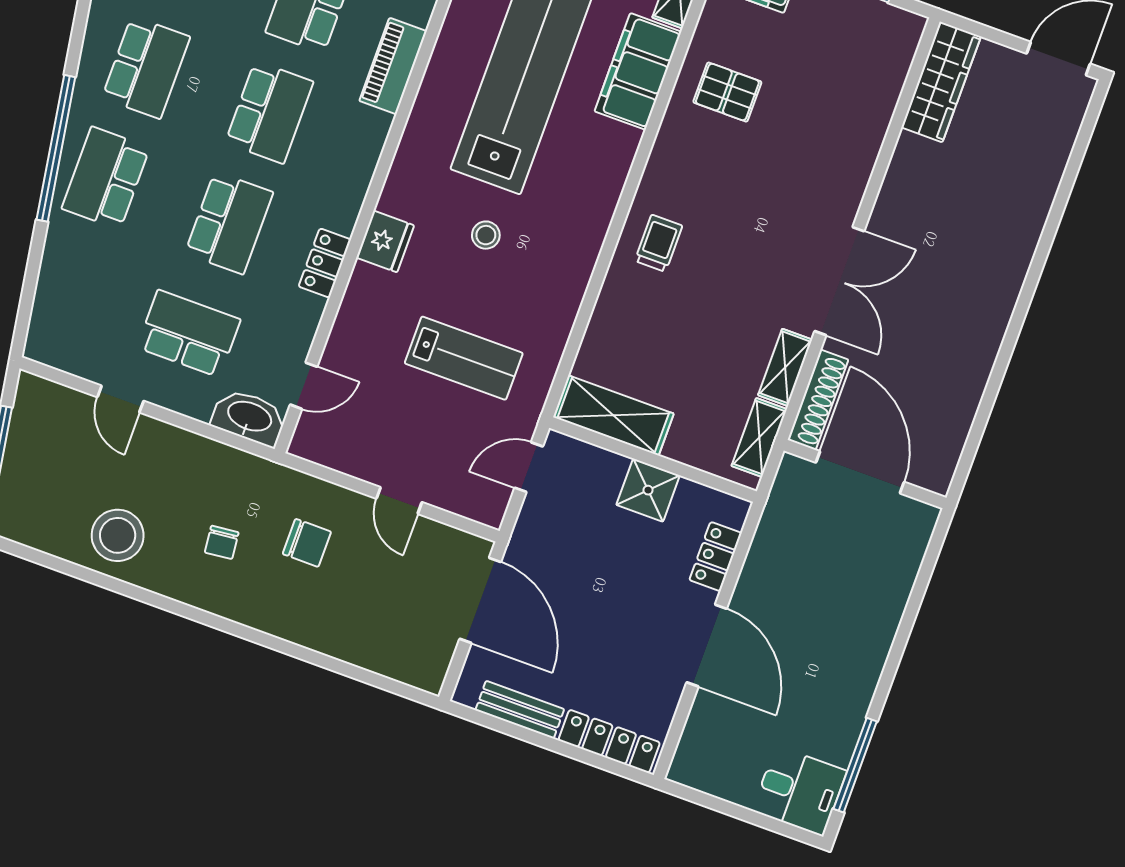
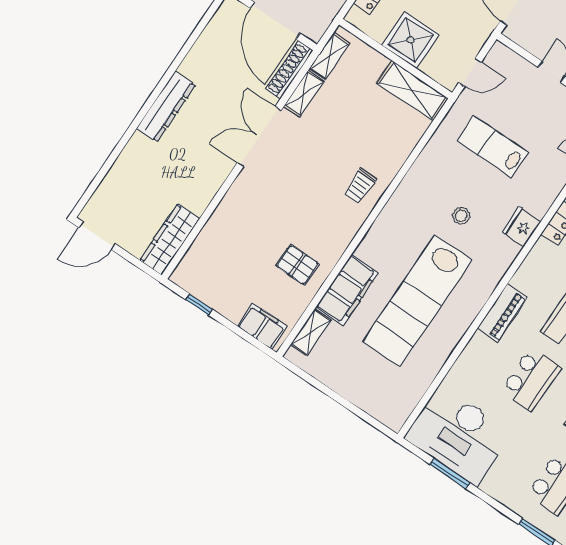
piano: (393, 66) -> (502, 313), moved
dresser: (1000, 292) -> (166, 107), added
shower: (648, 490) -> (411, 40), width x1.36, depth x1.36

